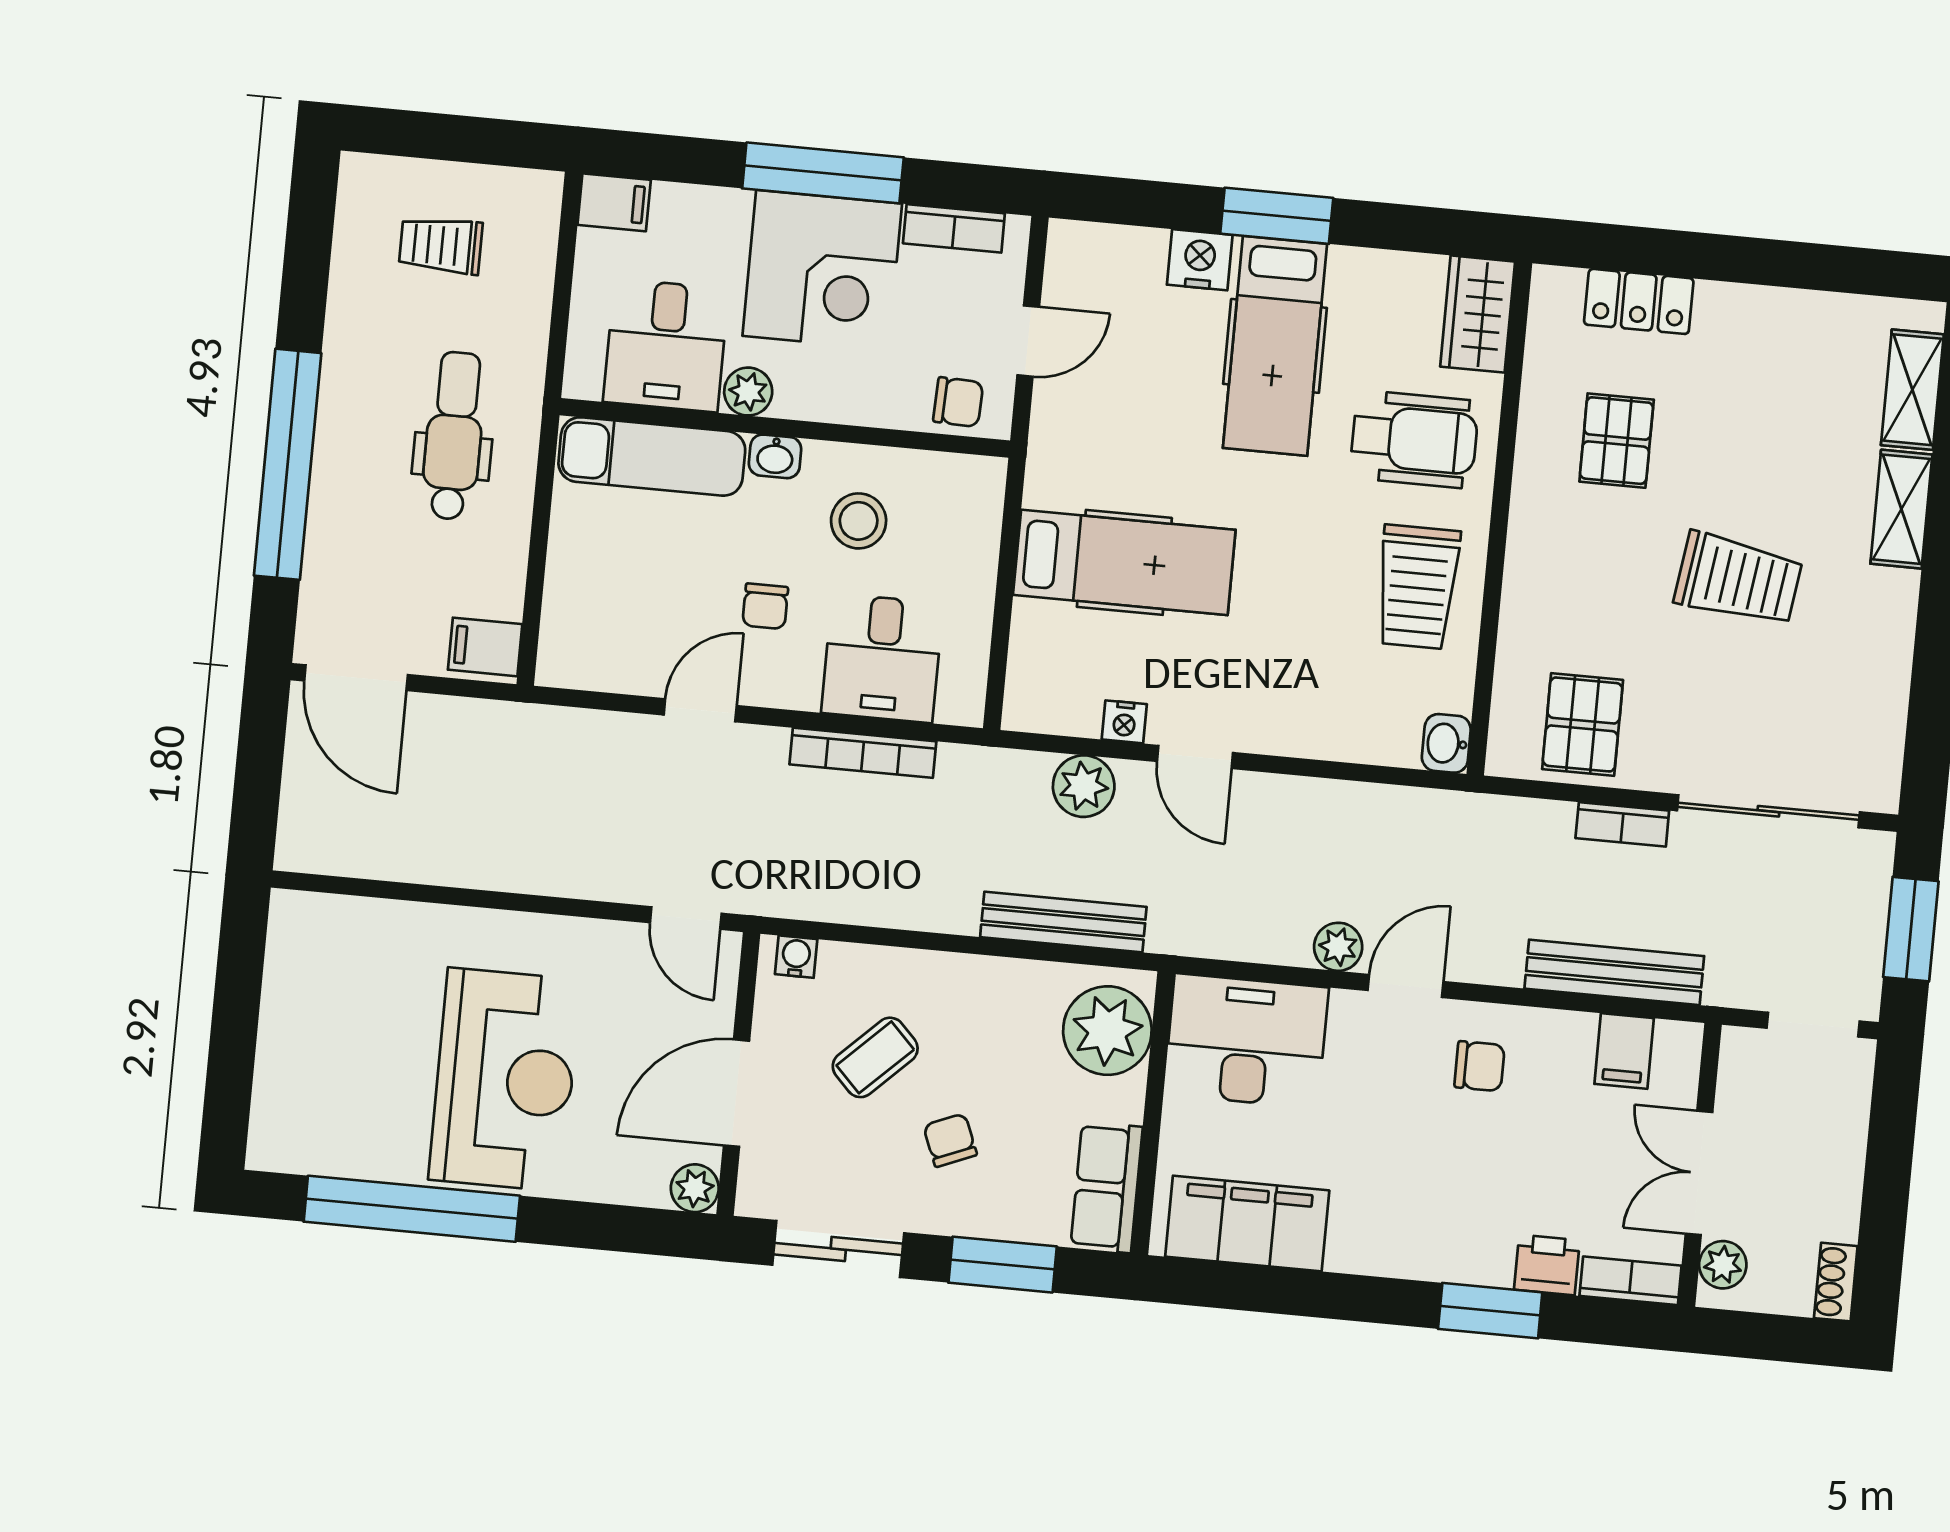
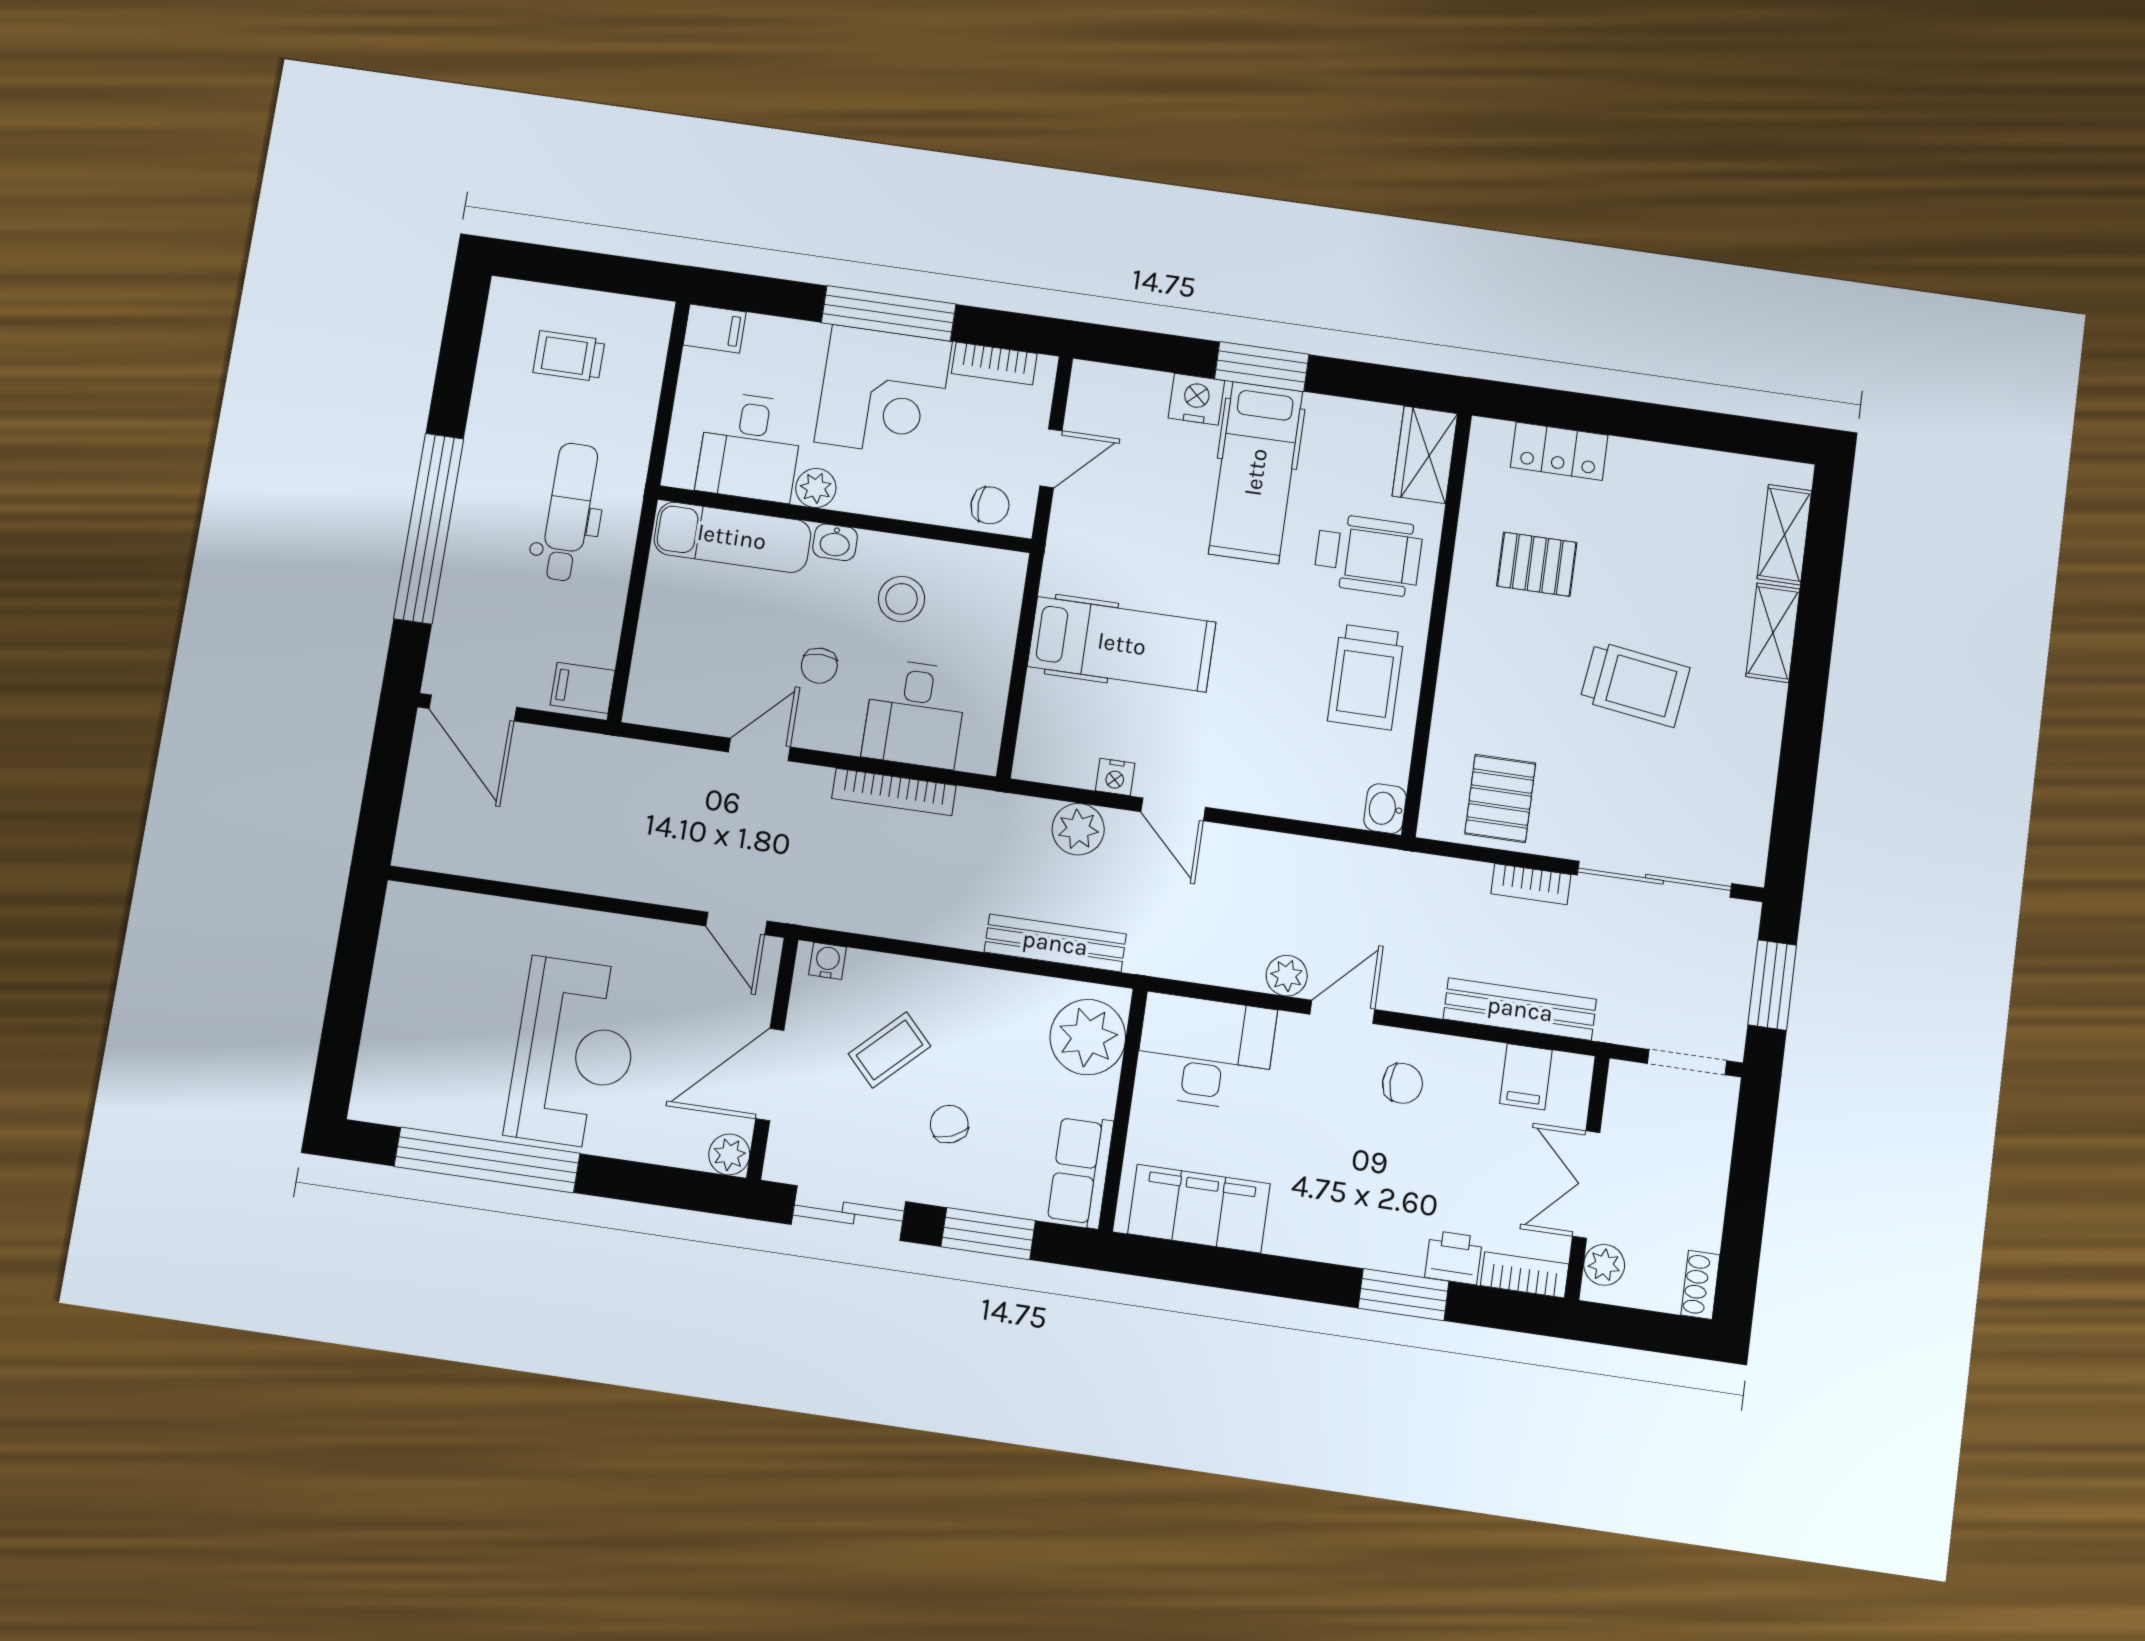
pallet: (1617, 441) -> (1537, 564), turned 90

